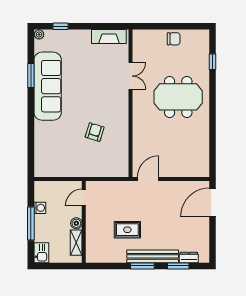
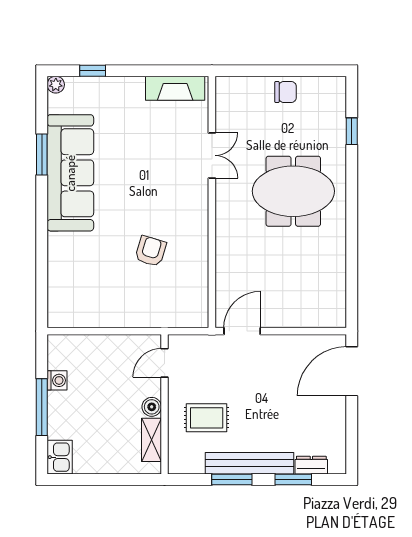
door: (84, 197) -> (165, 363), moved
wall: (84, 222) -> (165, 404), moved
boiler: (76, 223) -> (152, 407), moved
shelving: (76, 243) -> (151, 440), moved

